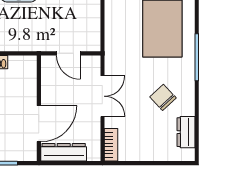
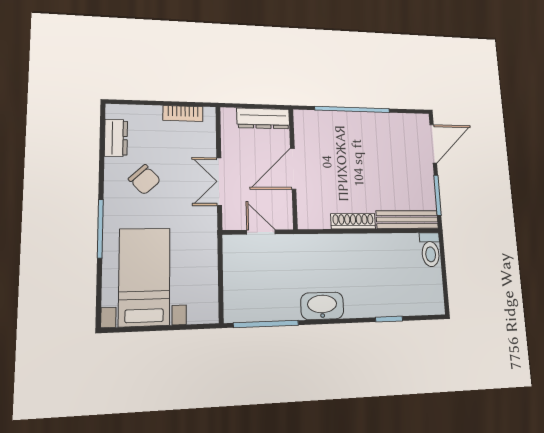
door: (39, 124) -> (293, 169), moved
bookcase: (111, 145) -> (183, 114), moved, turned -90

